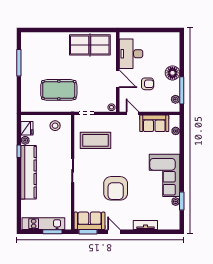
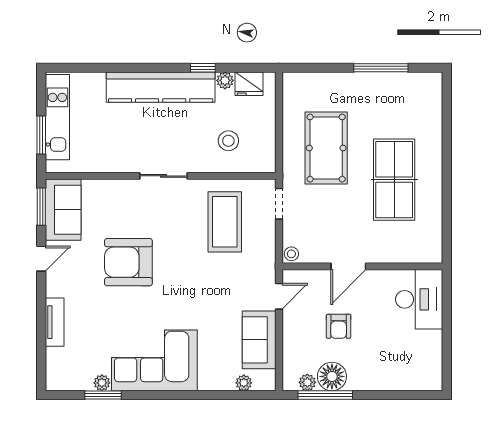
table tennis table: (90, 45) -> (394, 180), moved
desk: (131, 54) -> (419, 299), moved, turned 90
floor lamp: (172, 73) -> (332, 376), moved
stool: (55, 126) -> (228, 141), moved

